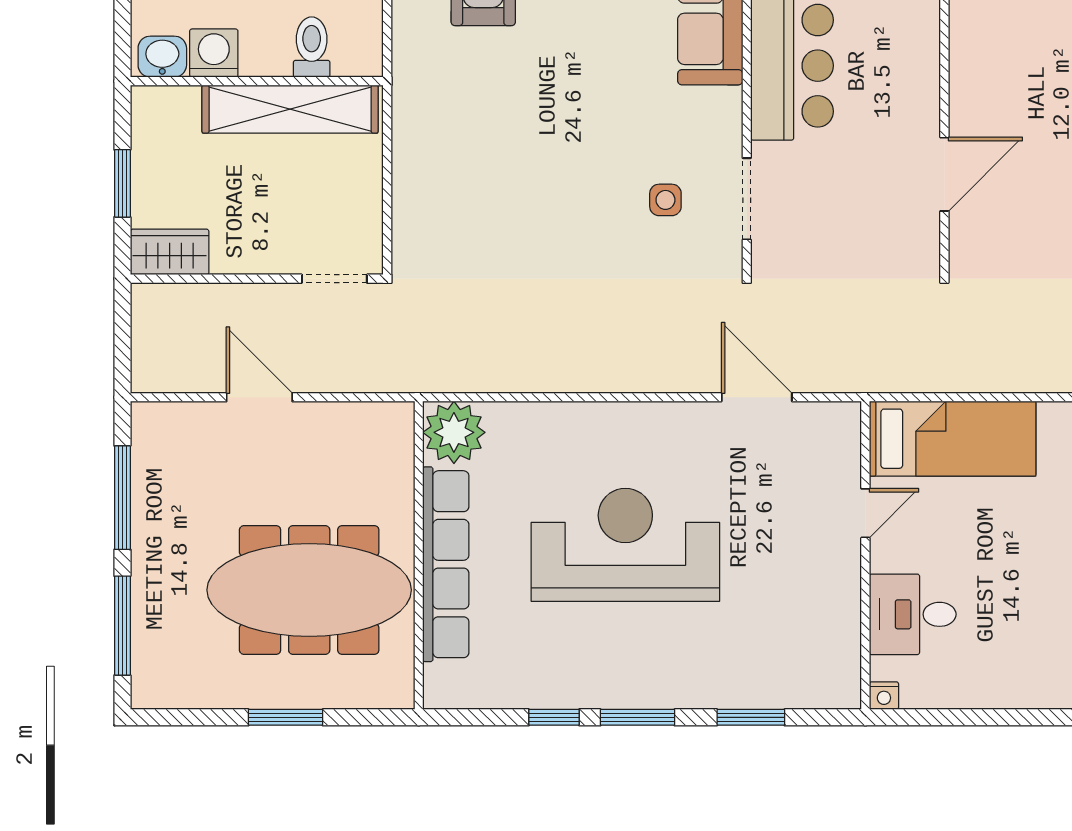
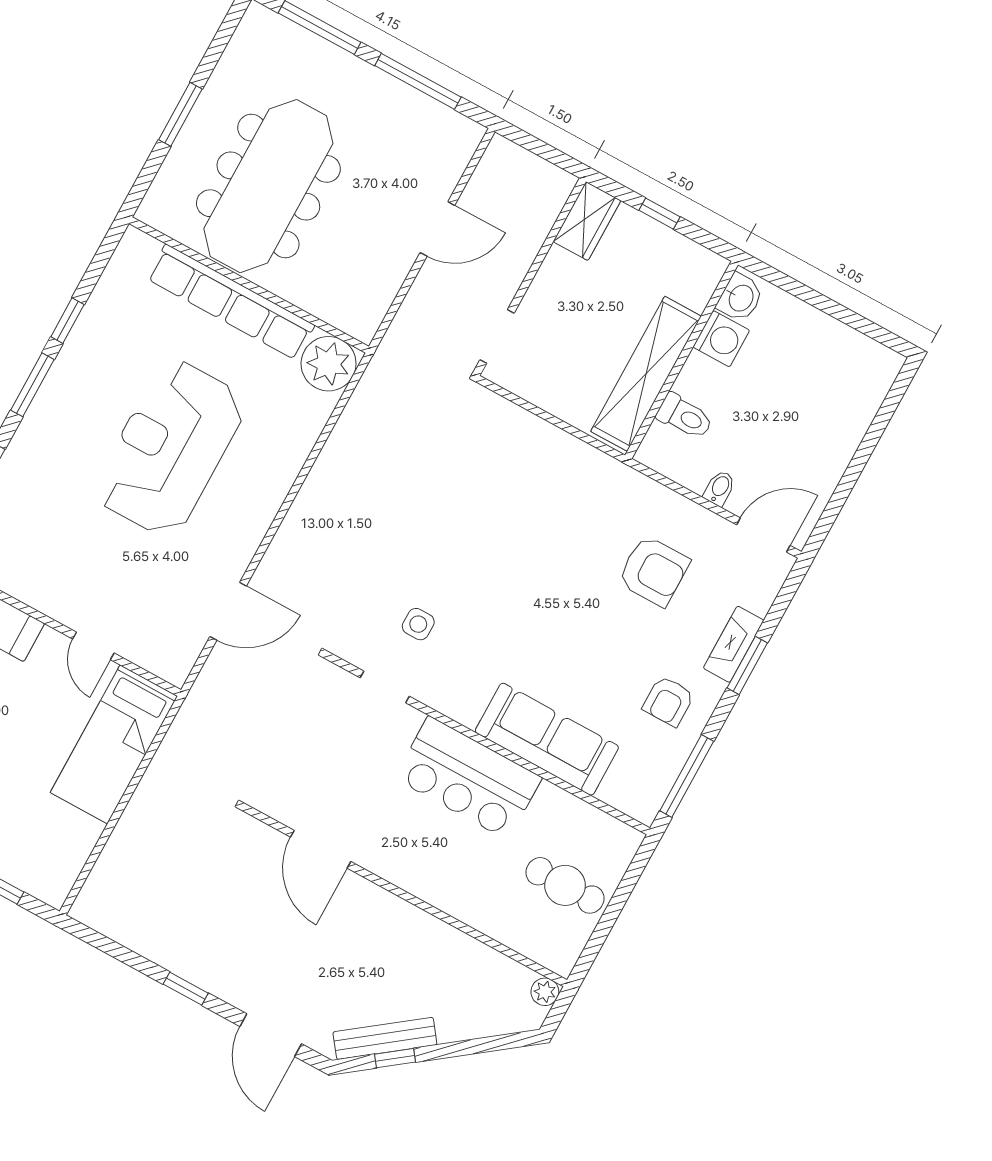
window: (122, 183) -> (659, 214), width x0.67
doorway: (747, 199) -> (385, 687), width x0.73
reception desk: (625, 545) -> (170, 448), turned 180

